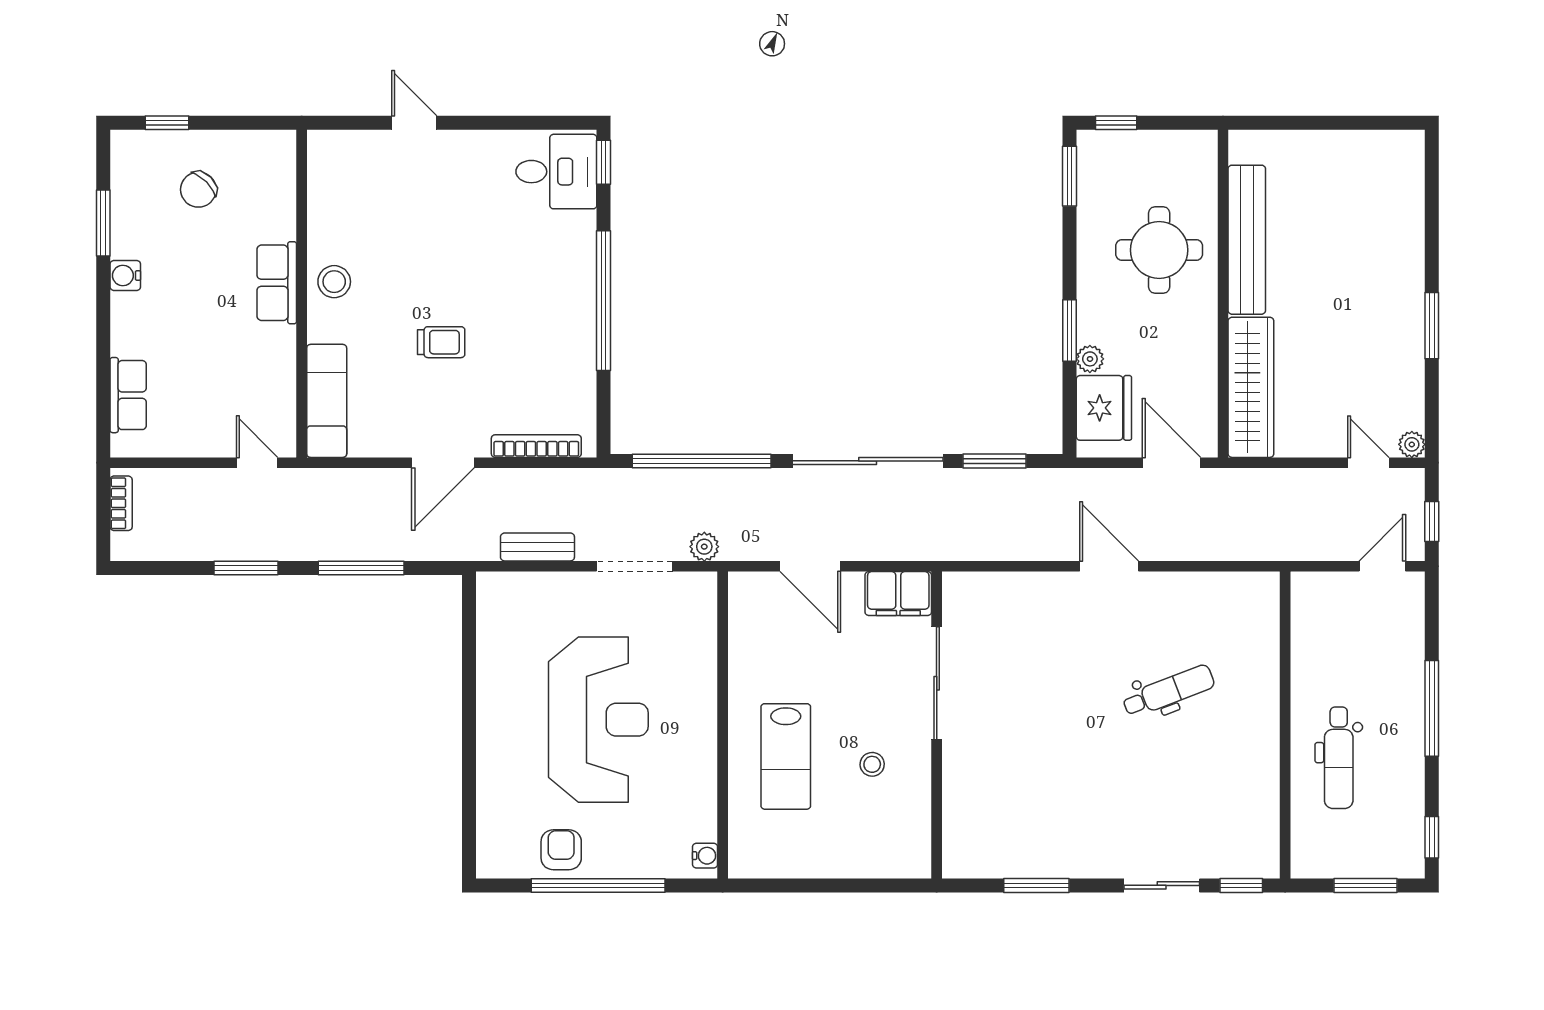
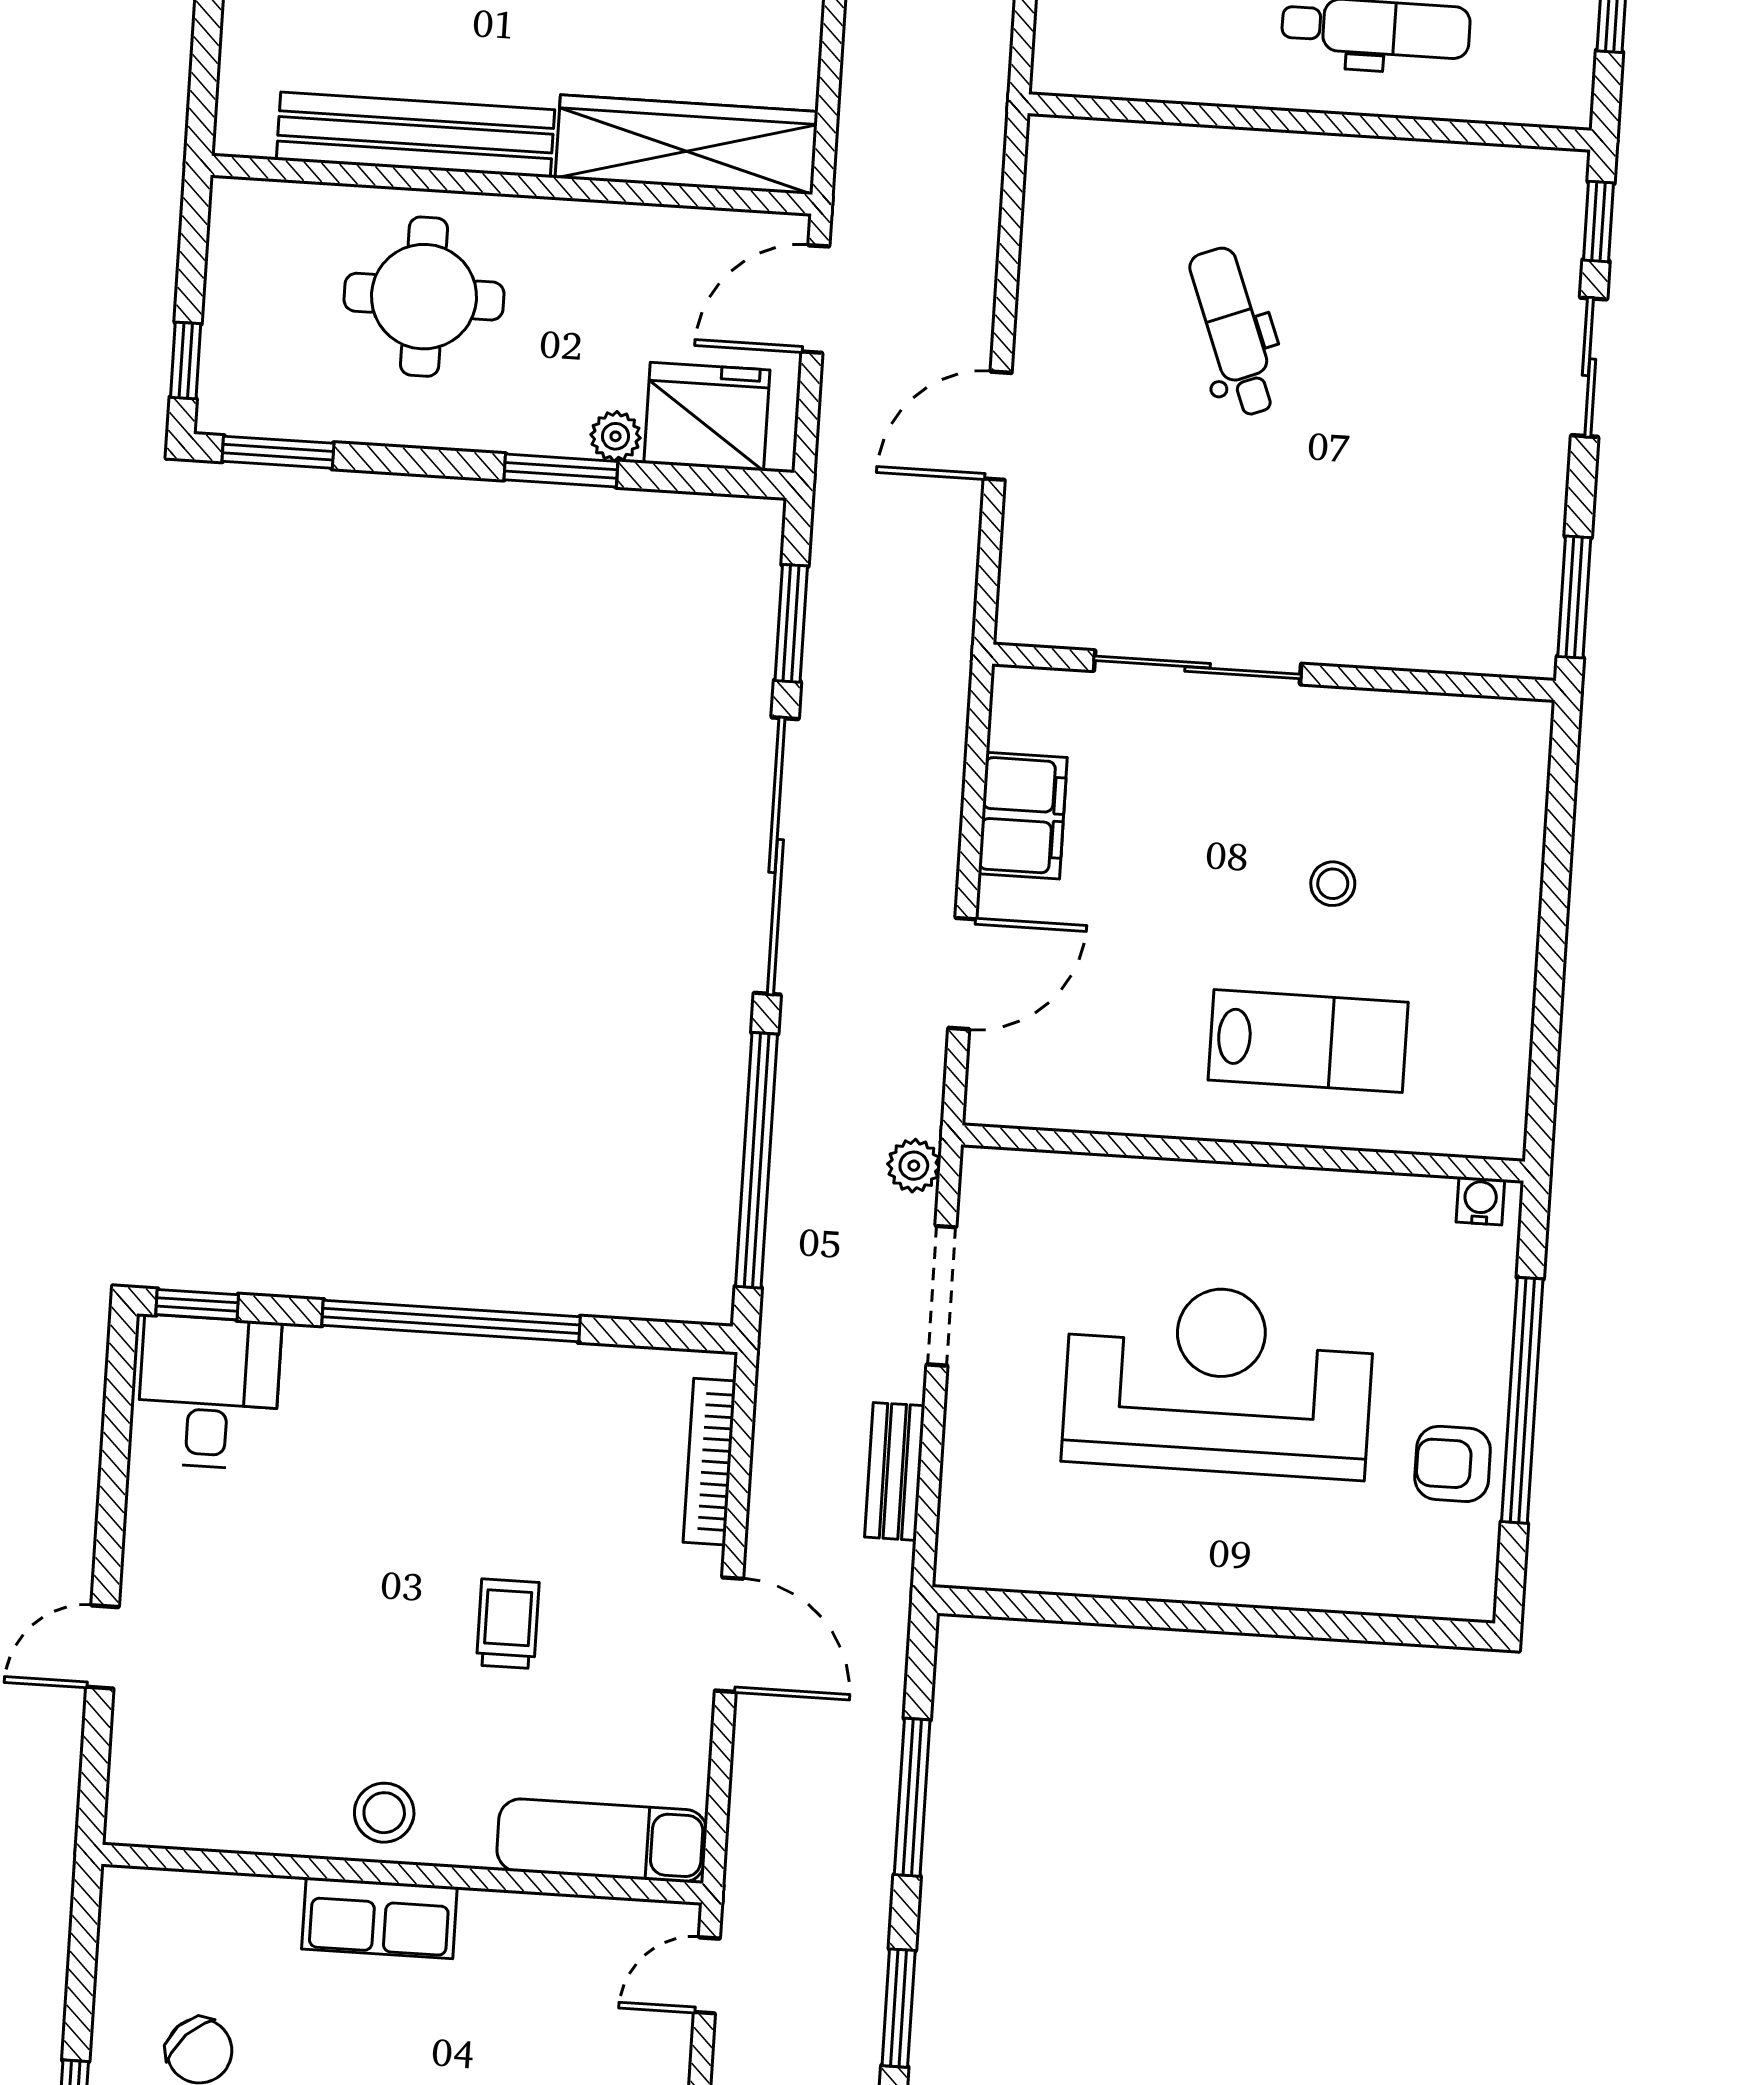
sliding door: (937, 683) -> (1198, 667), moved
wall: (937, 725) -> (1274, 672), moved

